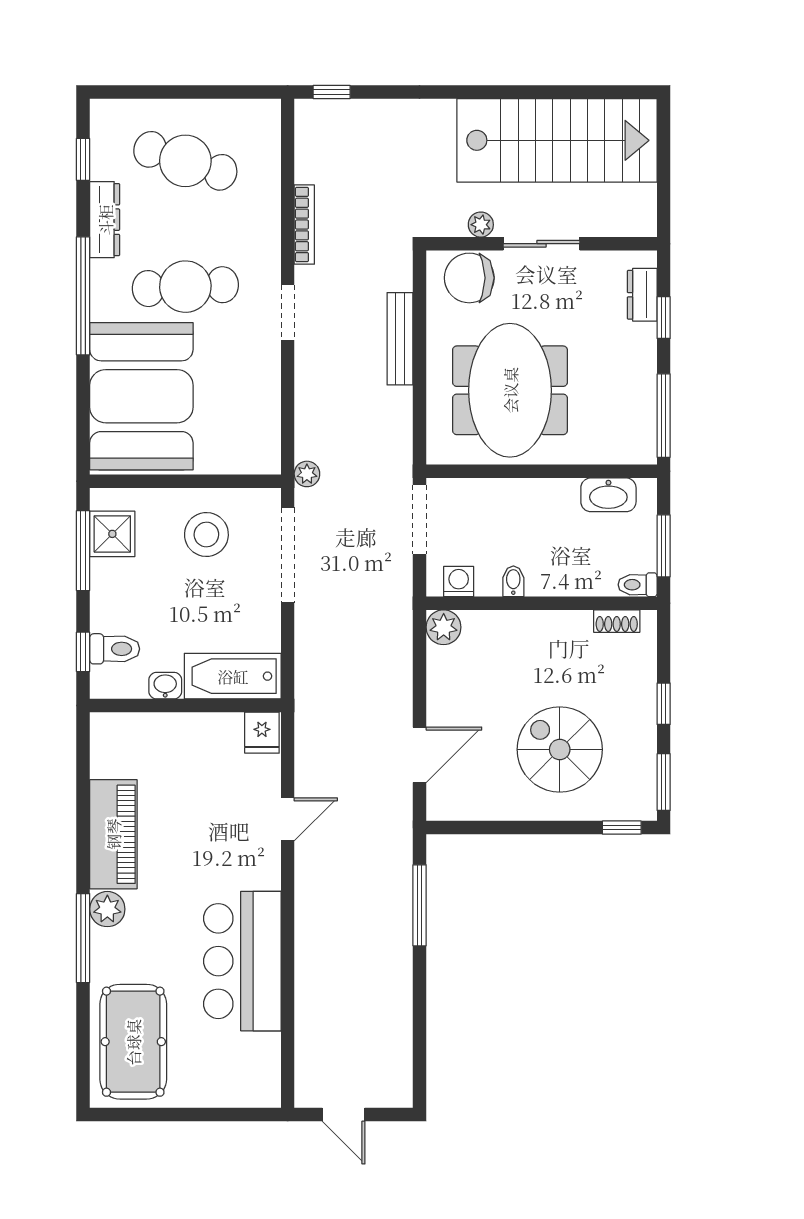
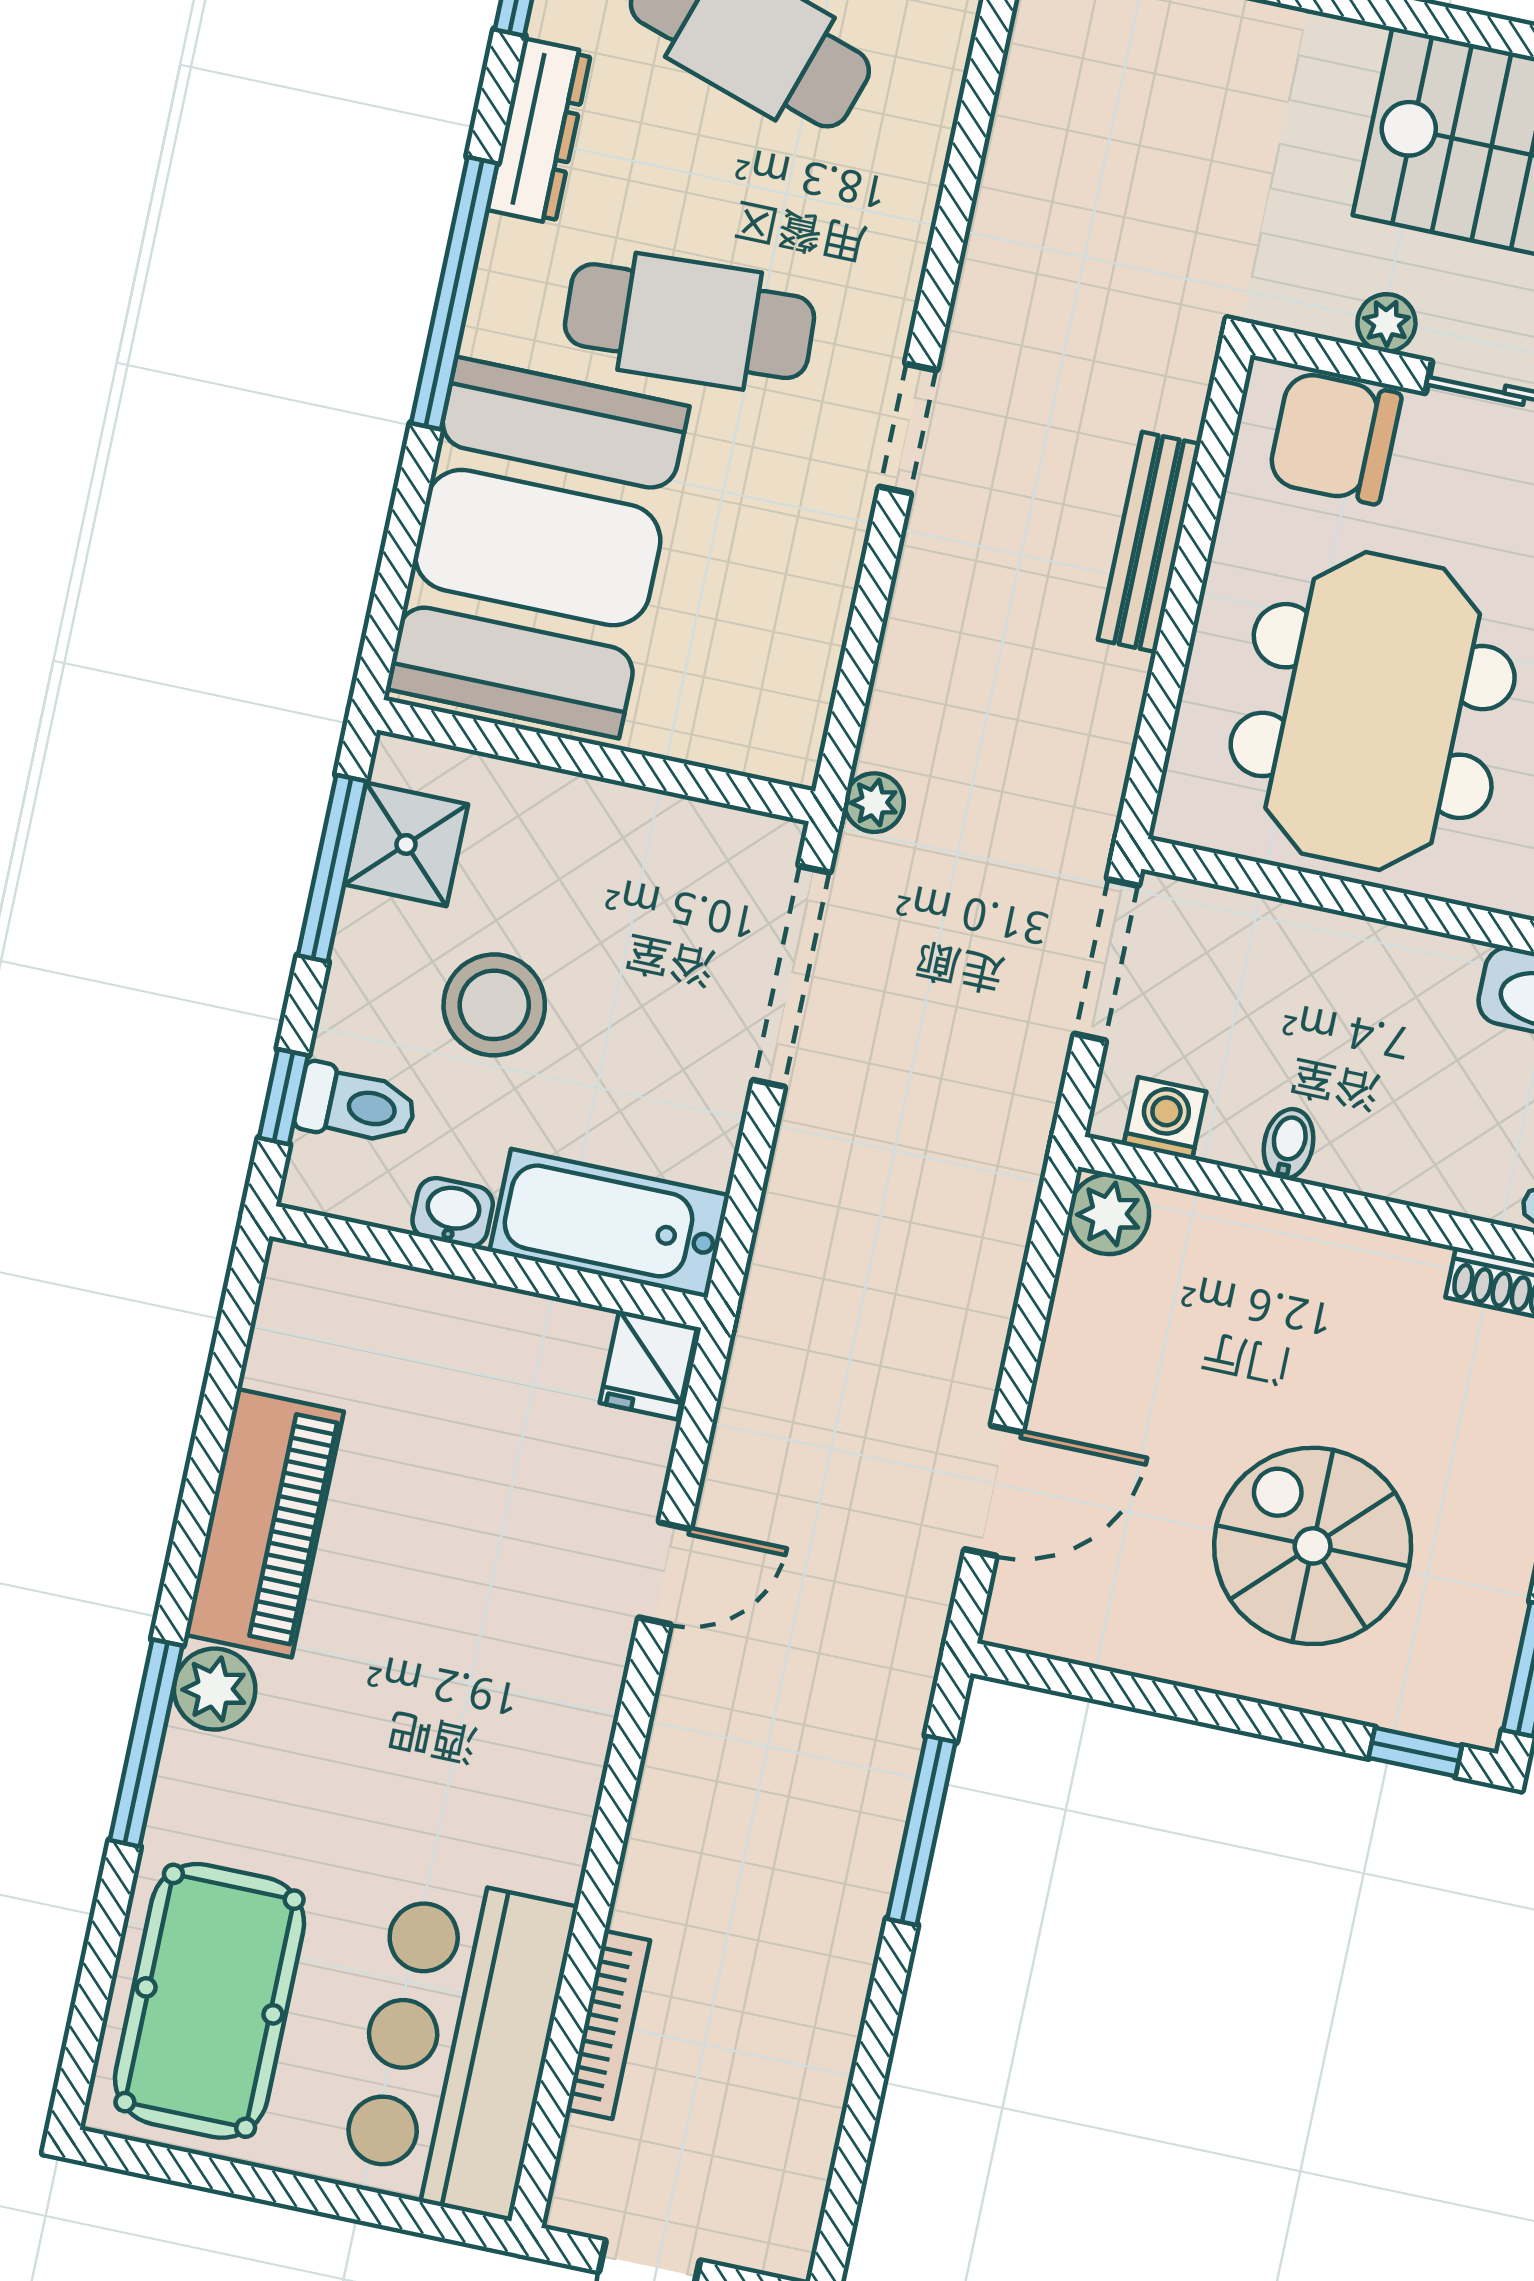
bookcase: (304, 225) -> (608, 2025), moved
stool: (206, 534) -> (494, 1005), moved
bar counter: (242, 961) -> (457, 2045), moved

